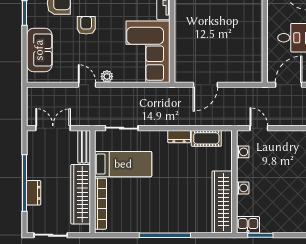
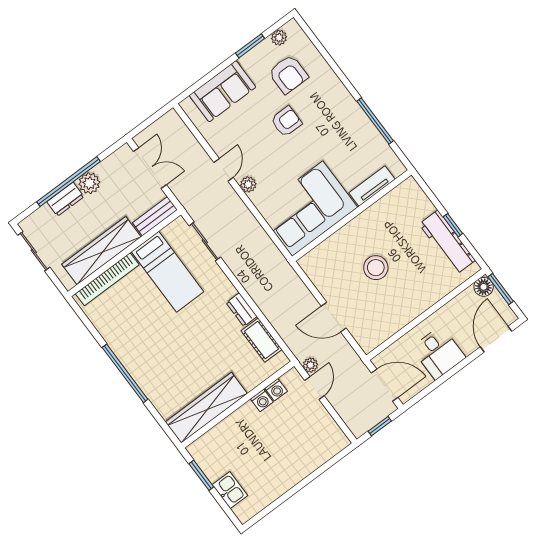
stool: (214, 37) -> (376, 268), added
door: (205, 85) -> (334, 317), moved
plant: (243, 120) -> (310, 365), added
plant: (35, 171) -> (89, 183), added
washing machine: (243, 188) -> (262, 400), moved
kitchen sink: (248, 225) -> (230, 490), moved

